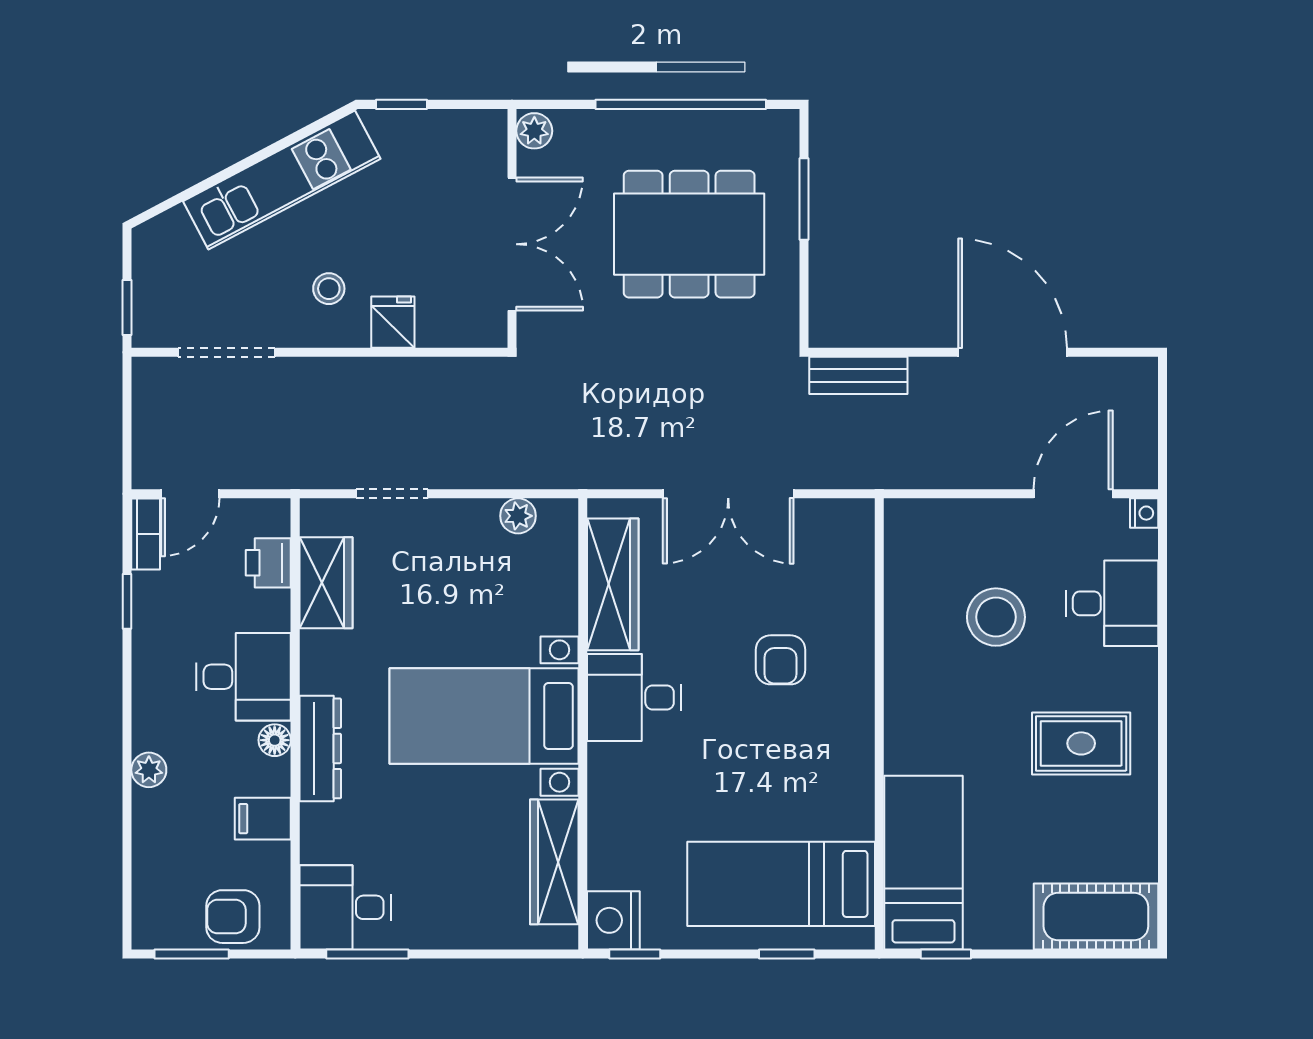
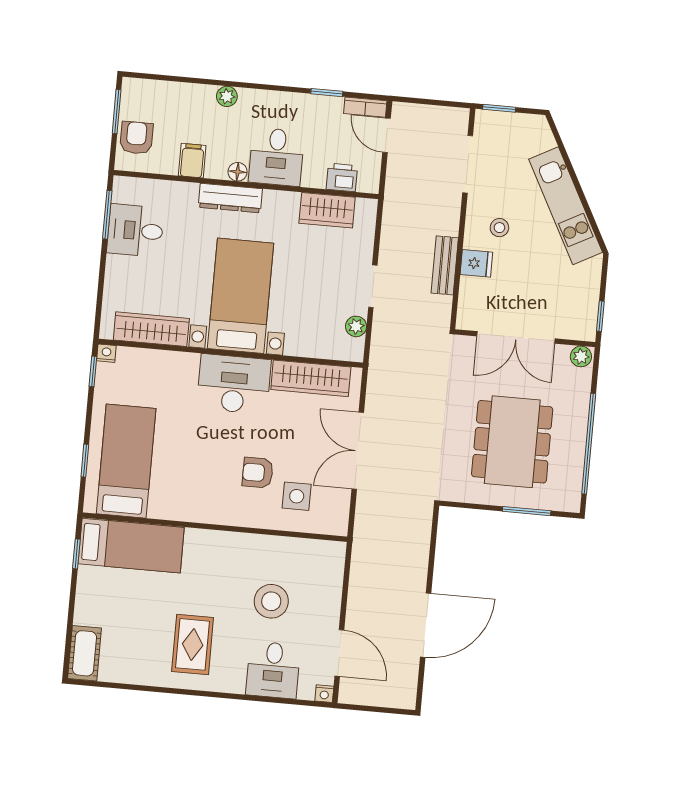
window: (401, 104) -> (600, 316), moved
bench: (858, 375) -> (445, 265), moved
doorway: (392, 494) -> (373, 286), moved
side table: (814, 590) -> (297, 496), added
desk: (634, 698) -> (234, 384), width x1.37
desk: (345, 907) -> (135, 230), moved, turned -90
cot: (1096, 917) -> (85, 653), width x0.73, depth x0.75
nightstand: (613, 920) -> (106, 353), width x0.53, depth x0.56

